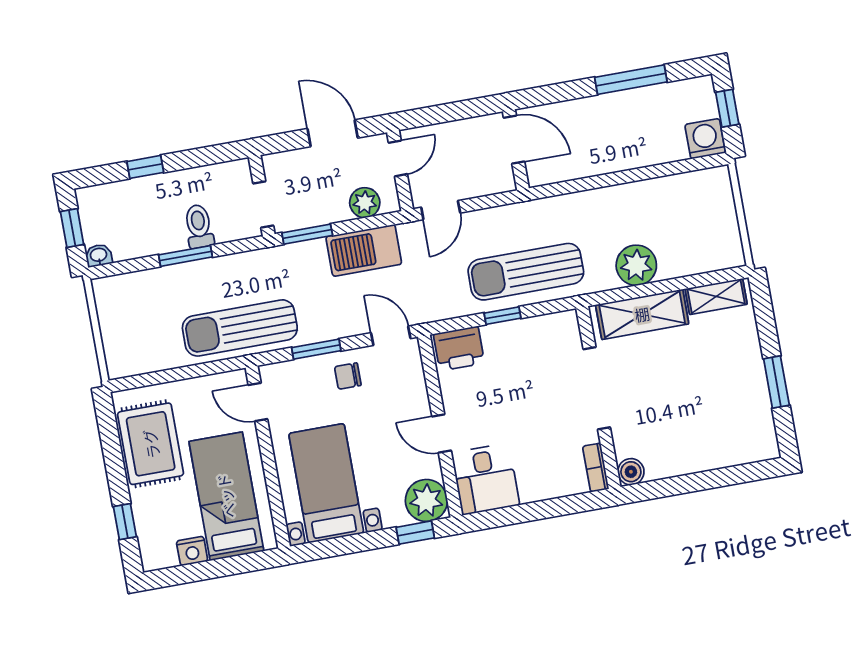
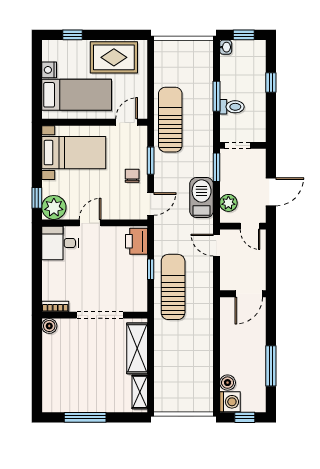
boiler: (673, 149) -> (228, 383), added
plant: (636, 265) -> (165, 350), removed
window: (776, 382) -> (85, 417), width x1.44

